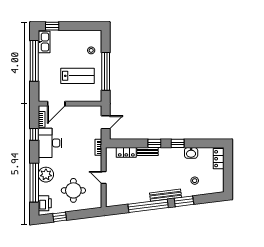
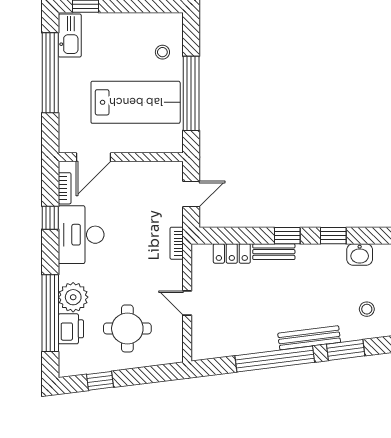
lab bench: (78, 76) -> (136, 102), width x1.36, depth x1.39
printer: (45, 203) -> (71, 329), moved

